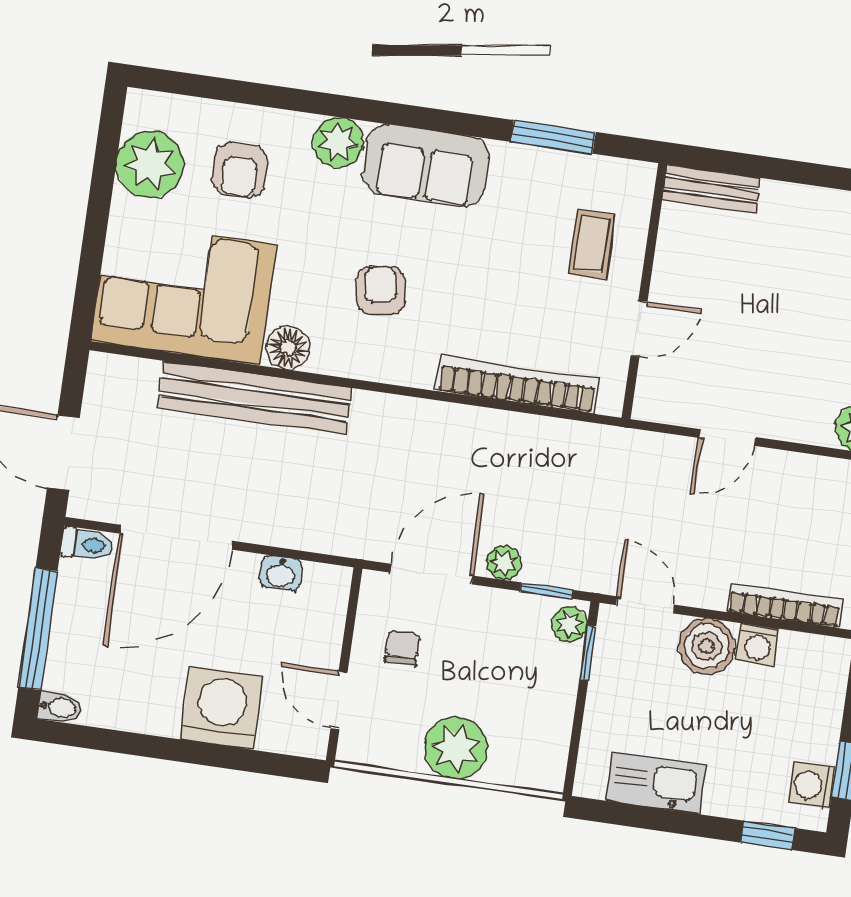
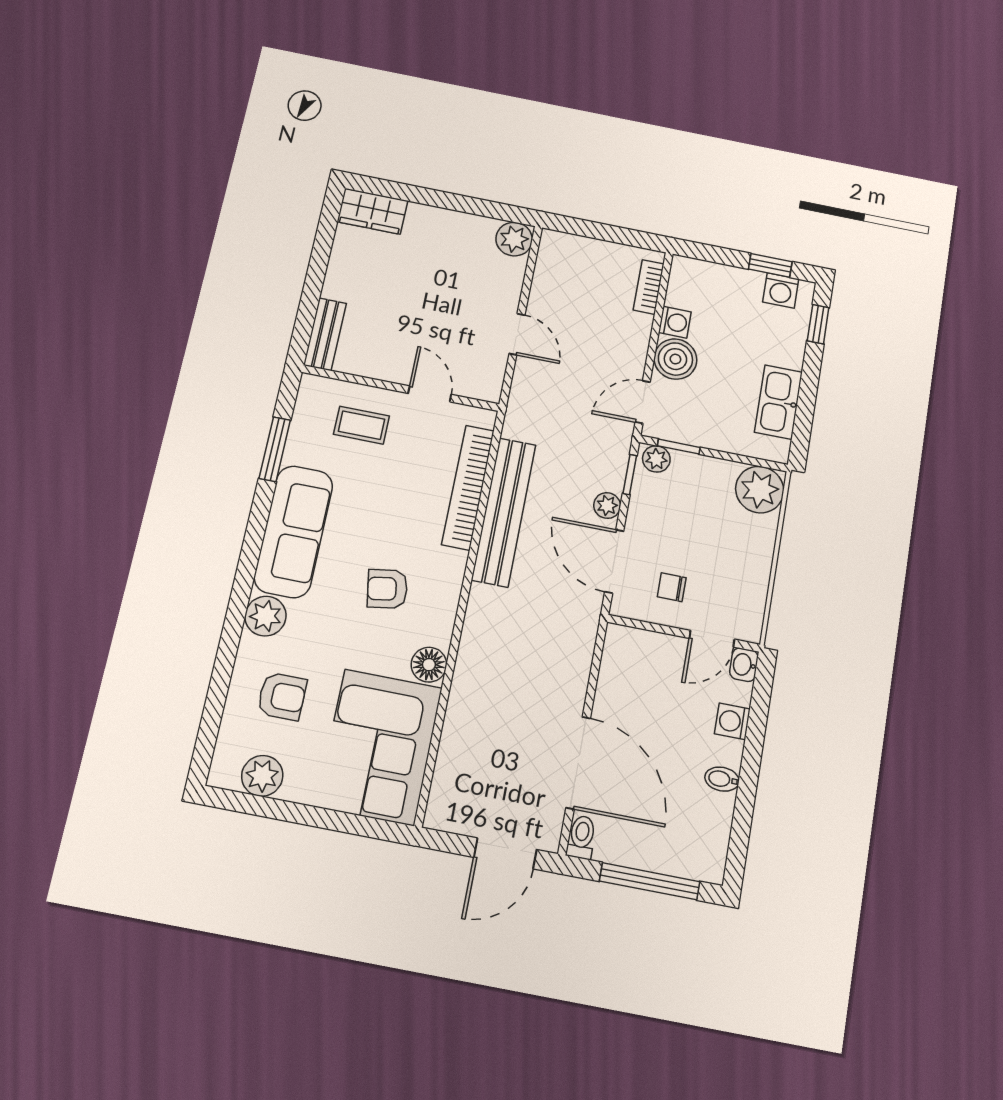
plant: (150, 164) -> (262, 776), width x0.73, depth x0.73
sofa: (426, 166) -> (294, 531), width x1.36
bench: (255, 398) -> (504, 512), moved
washbasin: (281, 573) -> (744, 665), moved, turned 180
bookcase: (784, 606) -> (649, 287), width x0.64
bidet: (59, 707) -> (722, 779), moved, turned -90
washing machine: (222, 708) -> (732, 721), width x0.53, depth x0.53
plant: (456, 748) -> (760, 490), moved

